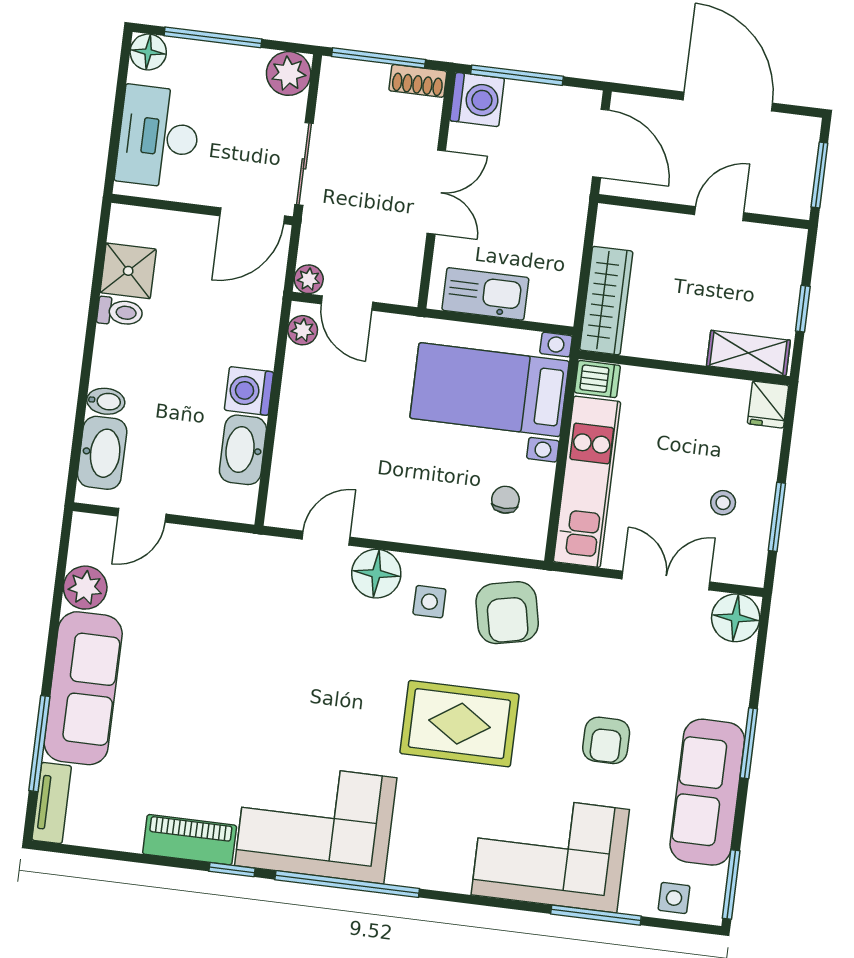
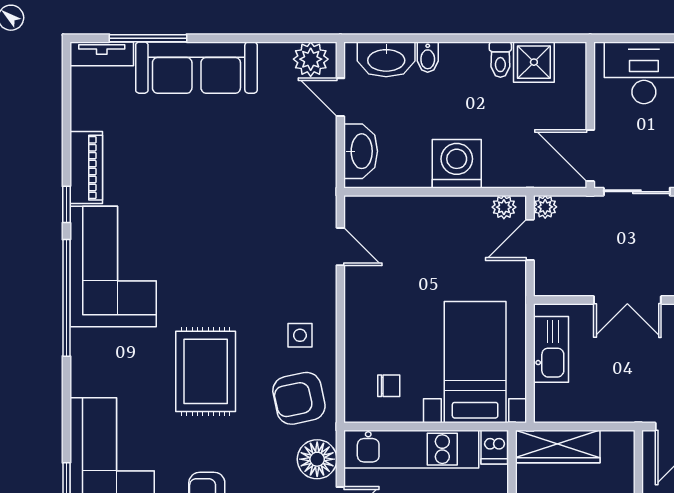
washing machine: (249, 391) -> (457, 164), width x1.37, depth x1.37
washbasin: (243, 450) -> (361, 151), moved, turned 90
floor lamp: (376, 574) -> (317, 459), moved
plant: (85, 588) -> (311, 59), moved

